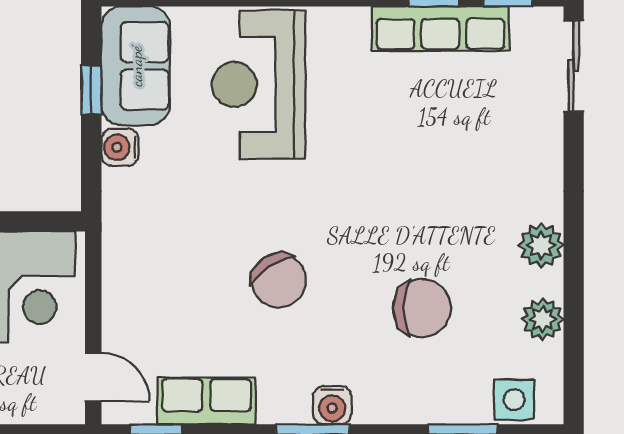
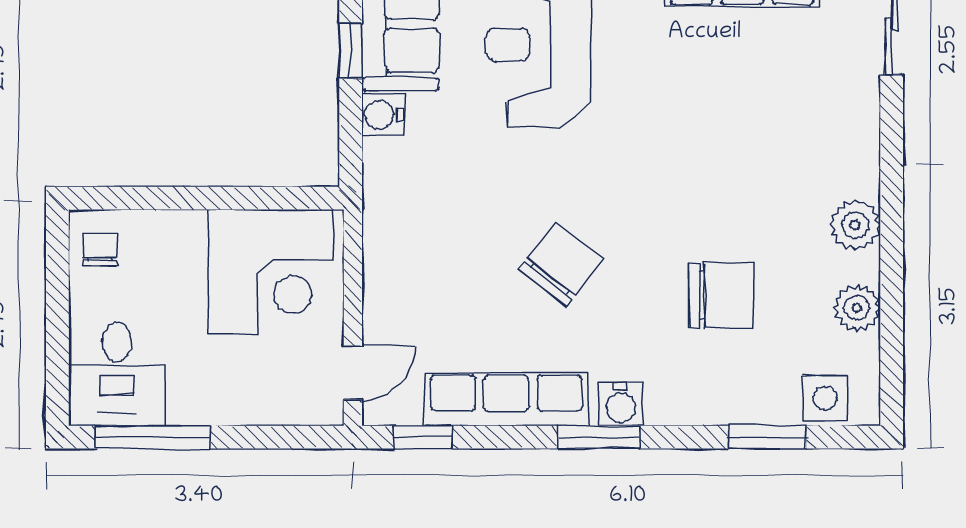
chair: (279, 280) -> (561, 264), turned -108
door: (93, 377) -> (353, 373), hinge flipped
row of seats: (207, 401) -> (506, 399), width x1.48

